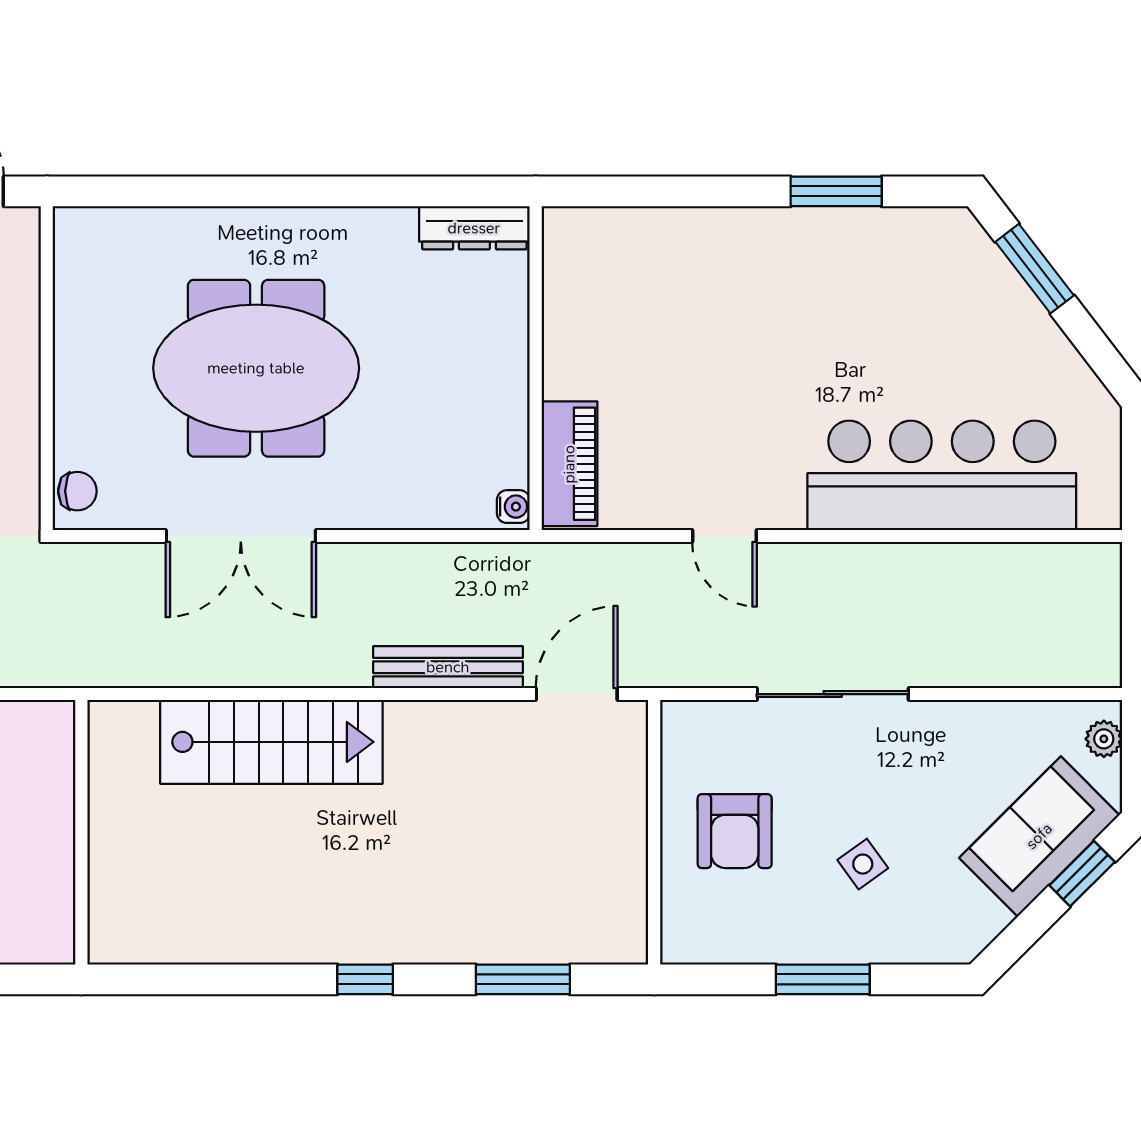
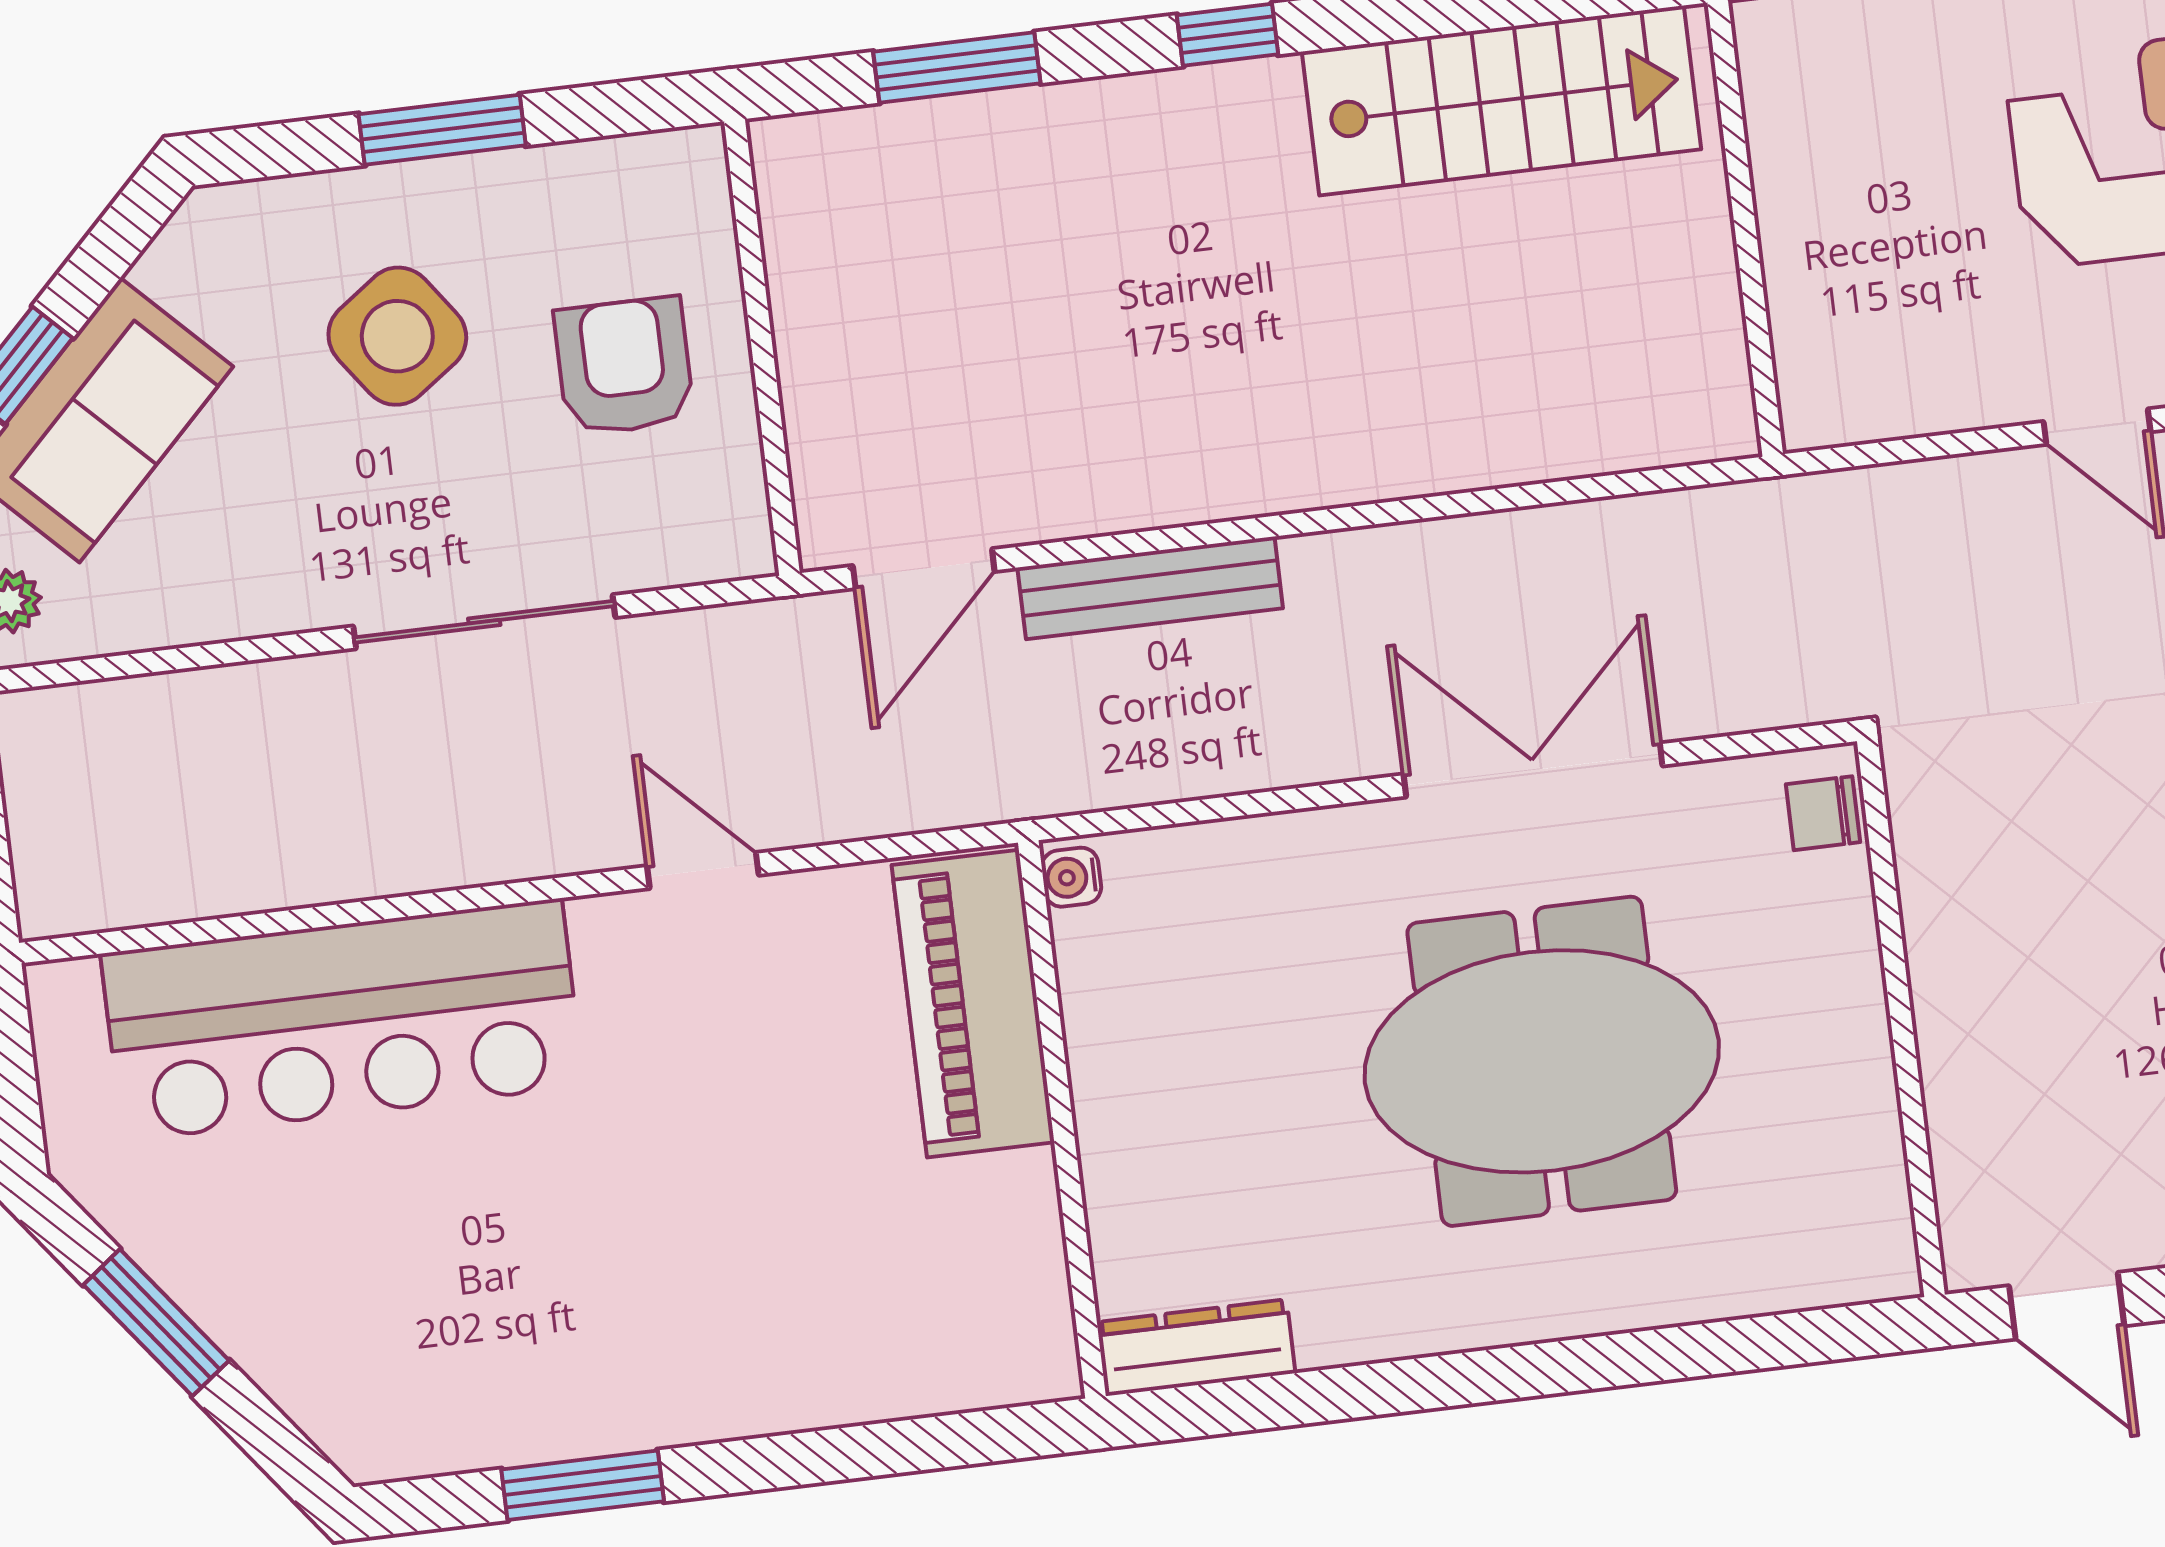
window: (1035, 269) -> (156, 1323), moved
piano: (569, 464) -> (973, 1004), width x1.37, depth x1.33
stairs: (271, 742) -> (1502, 100), moved, turned 180
side table: (863, 864) -> (397, 336), width x1.87, depth x1.87

